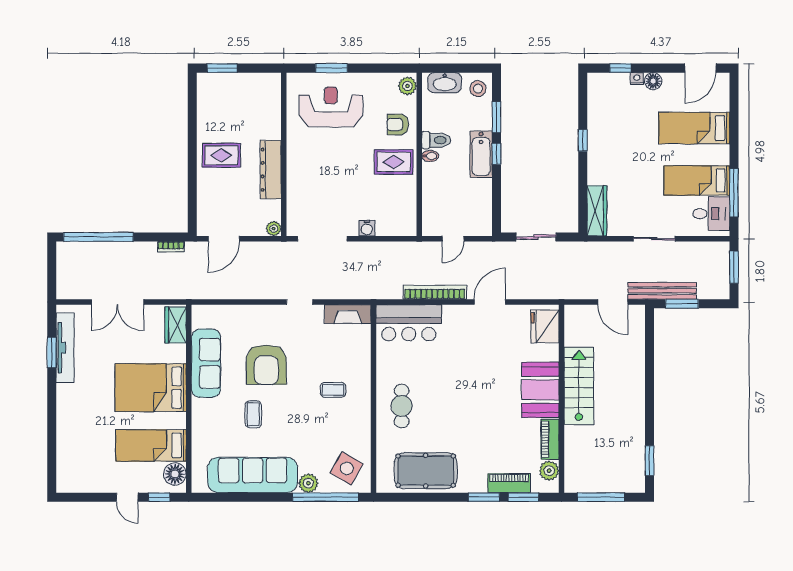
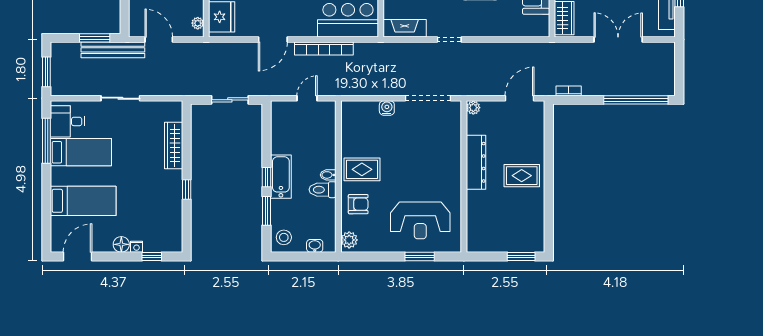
washbasin: (445, 83) -> (315, 246), width x0.52, depth x0.69
wardrobe: (597, 211) -> (174, 145), moved
plant: (571, 320) -> (198, 23), added

